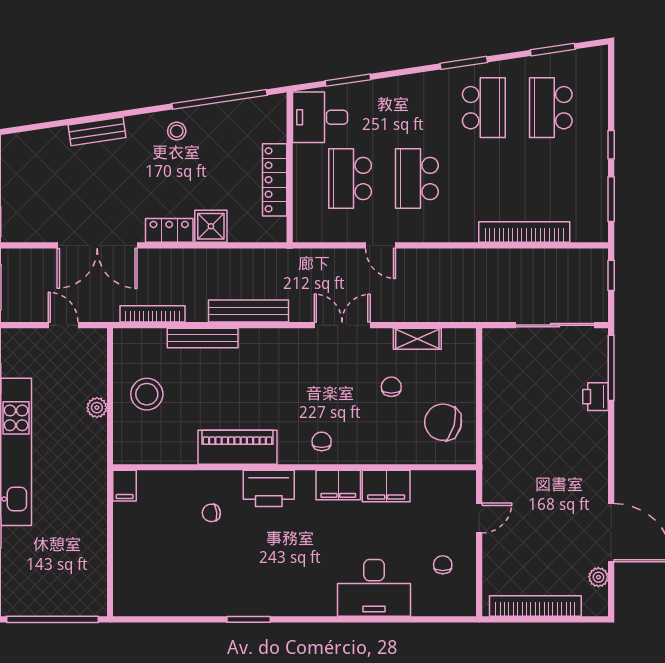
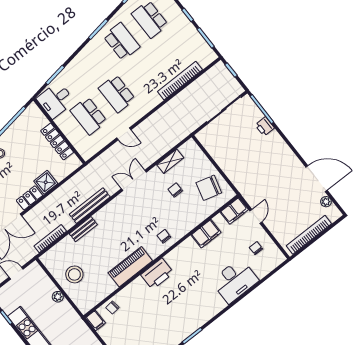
bench: (203, 338) -> (83, 229), width x0.73
filing cabinet: (338, 485) -> (234, 211), moved
chair: (211, 513) -> (112, 307), moved

